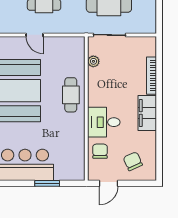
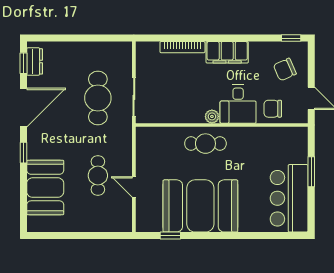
door: (35, 35) -> (134, 187), swing flipped
plant: (93, 61) -> (212, 116), moved
window: (159, 167) -> (291, 38), added

